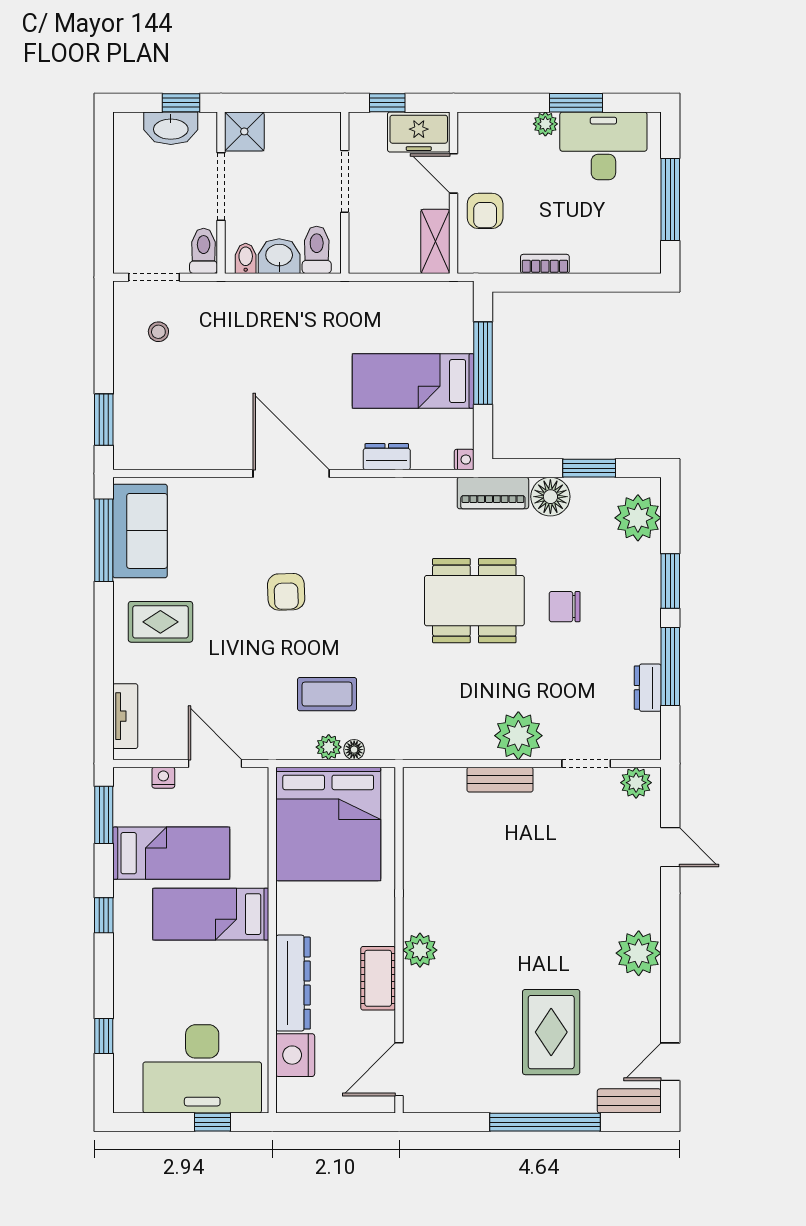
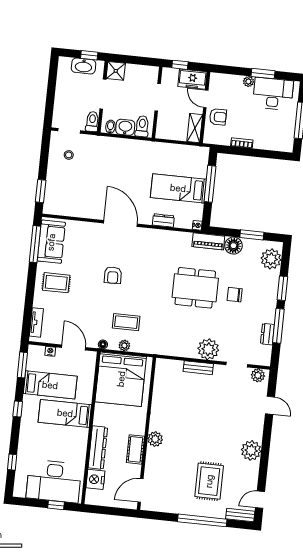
armchair: (485, 211) -> (218, 117), turned -90
floor lamp: (354, 750) -> (103, 344), moved

